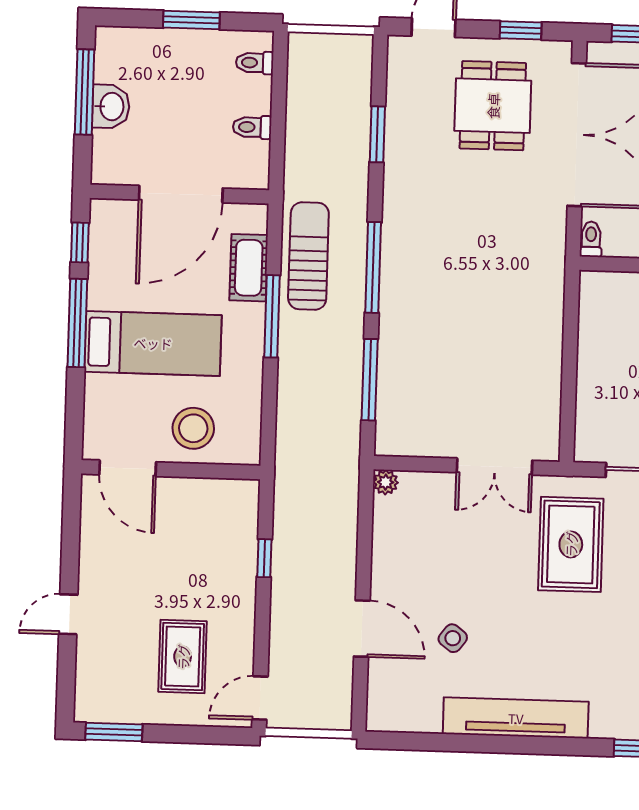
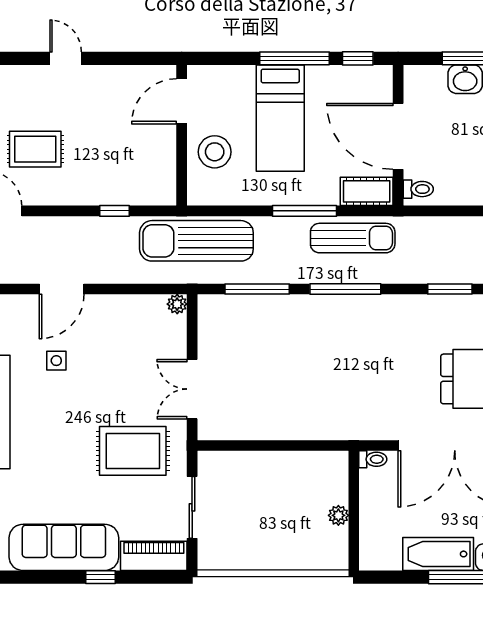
toilet: (252, 127) -> (418, 189), moved, turned 90
cot: (249, 268) -> (367, 191), moved
sun lounger: (306, 455) -> (196, 241), added
side table: (453, 638) -> (56, 361), turned -37

